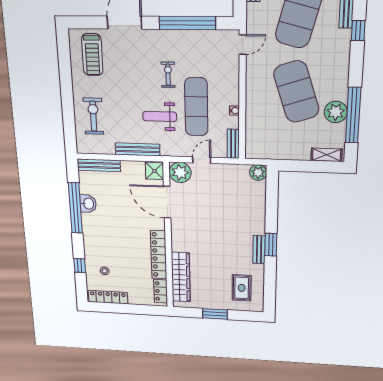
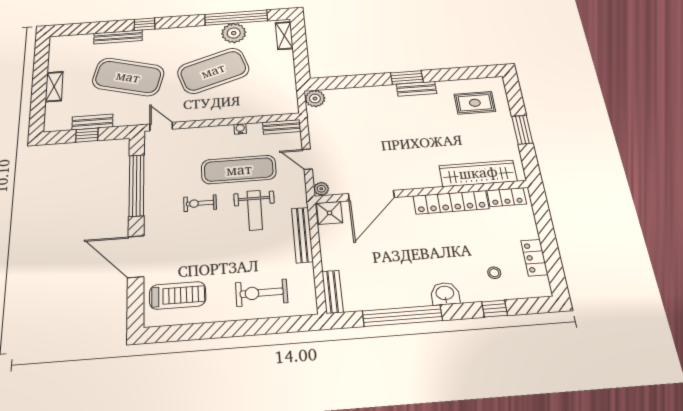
bench: (99, 165) -> (332, 292), width x0.73
plant: (180, 172) -> (321, 189), width x0.53, depth x0.53
washbasin: (88, 204) -> (445, 294), moved
locker: (108, 297) -> (534, 258), width x0.66

